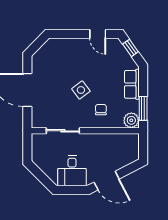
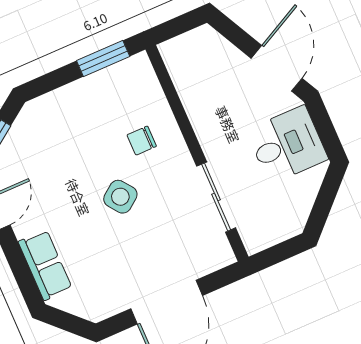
row of seats: (132, 84) -> (45, 265), moved, turned -90
plant: (131, 120) -> (137, 71), removed

